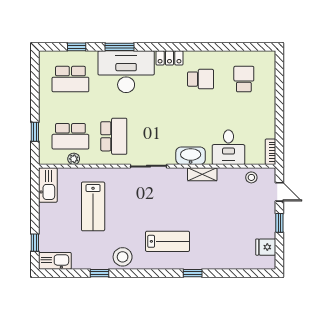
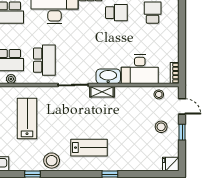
desk: (228, 147) -> (140, 69), width x1.37
shelving: (202, 174) -> (102, 92), moved
lab bench: (93, 206) -> (27, 119), turned 180
stool: (254, 216) -> (161, 127), added
fridge: (266, 247) -> (171, 164), moved

